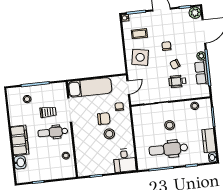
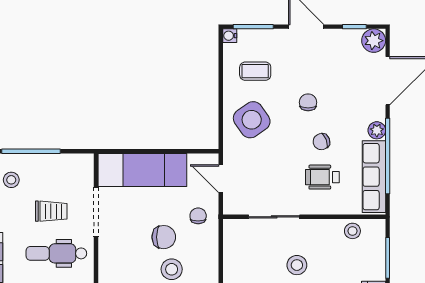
side table: (140, 57) -> (252, 120), turned 45
row of seats: (202, 73) -> (374, 177), width x1.48
door: (128, 87) -> (221, 179), swing flipped

